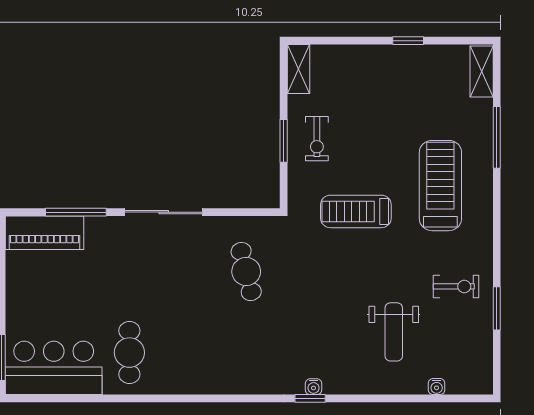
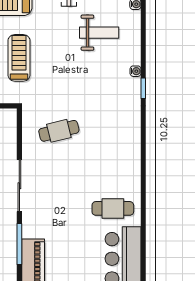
treadmill: (356, 211) -> (19, 58), turned 180
water cooler: (314, 387) -> (135, 71), moved

